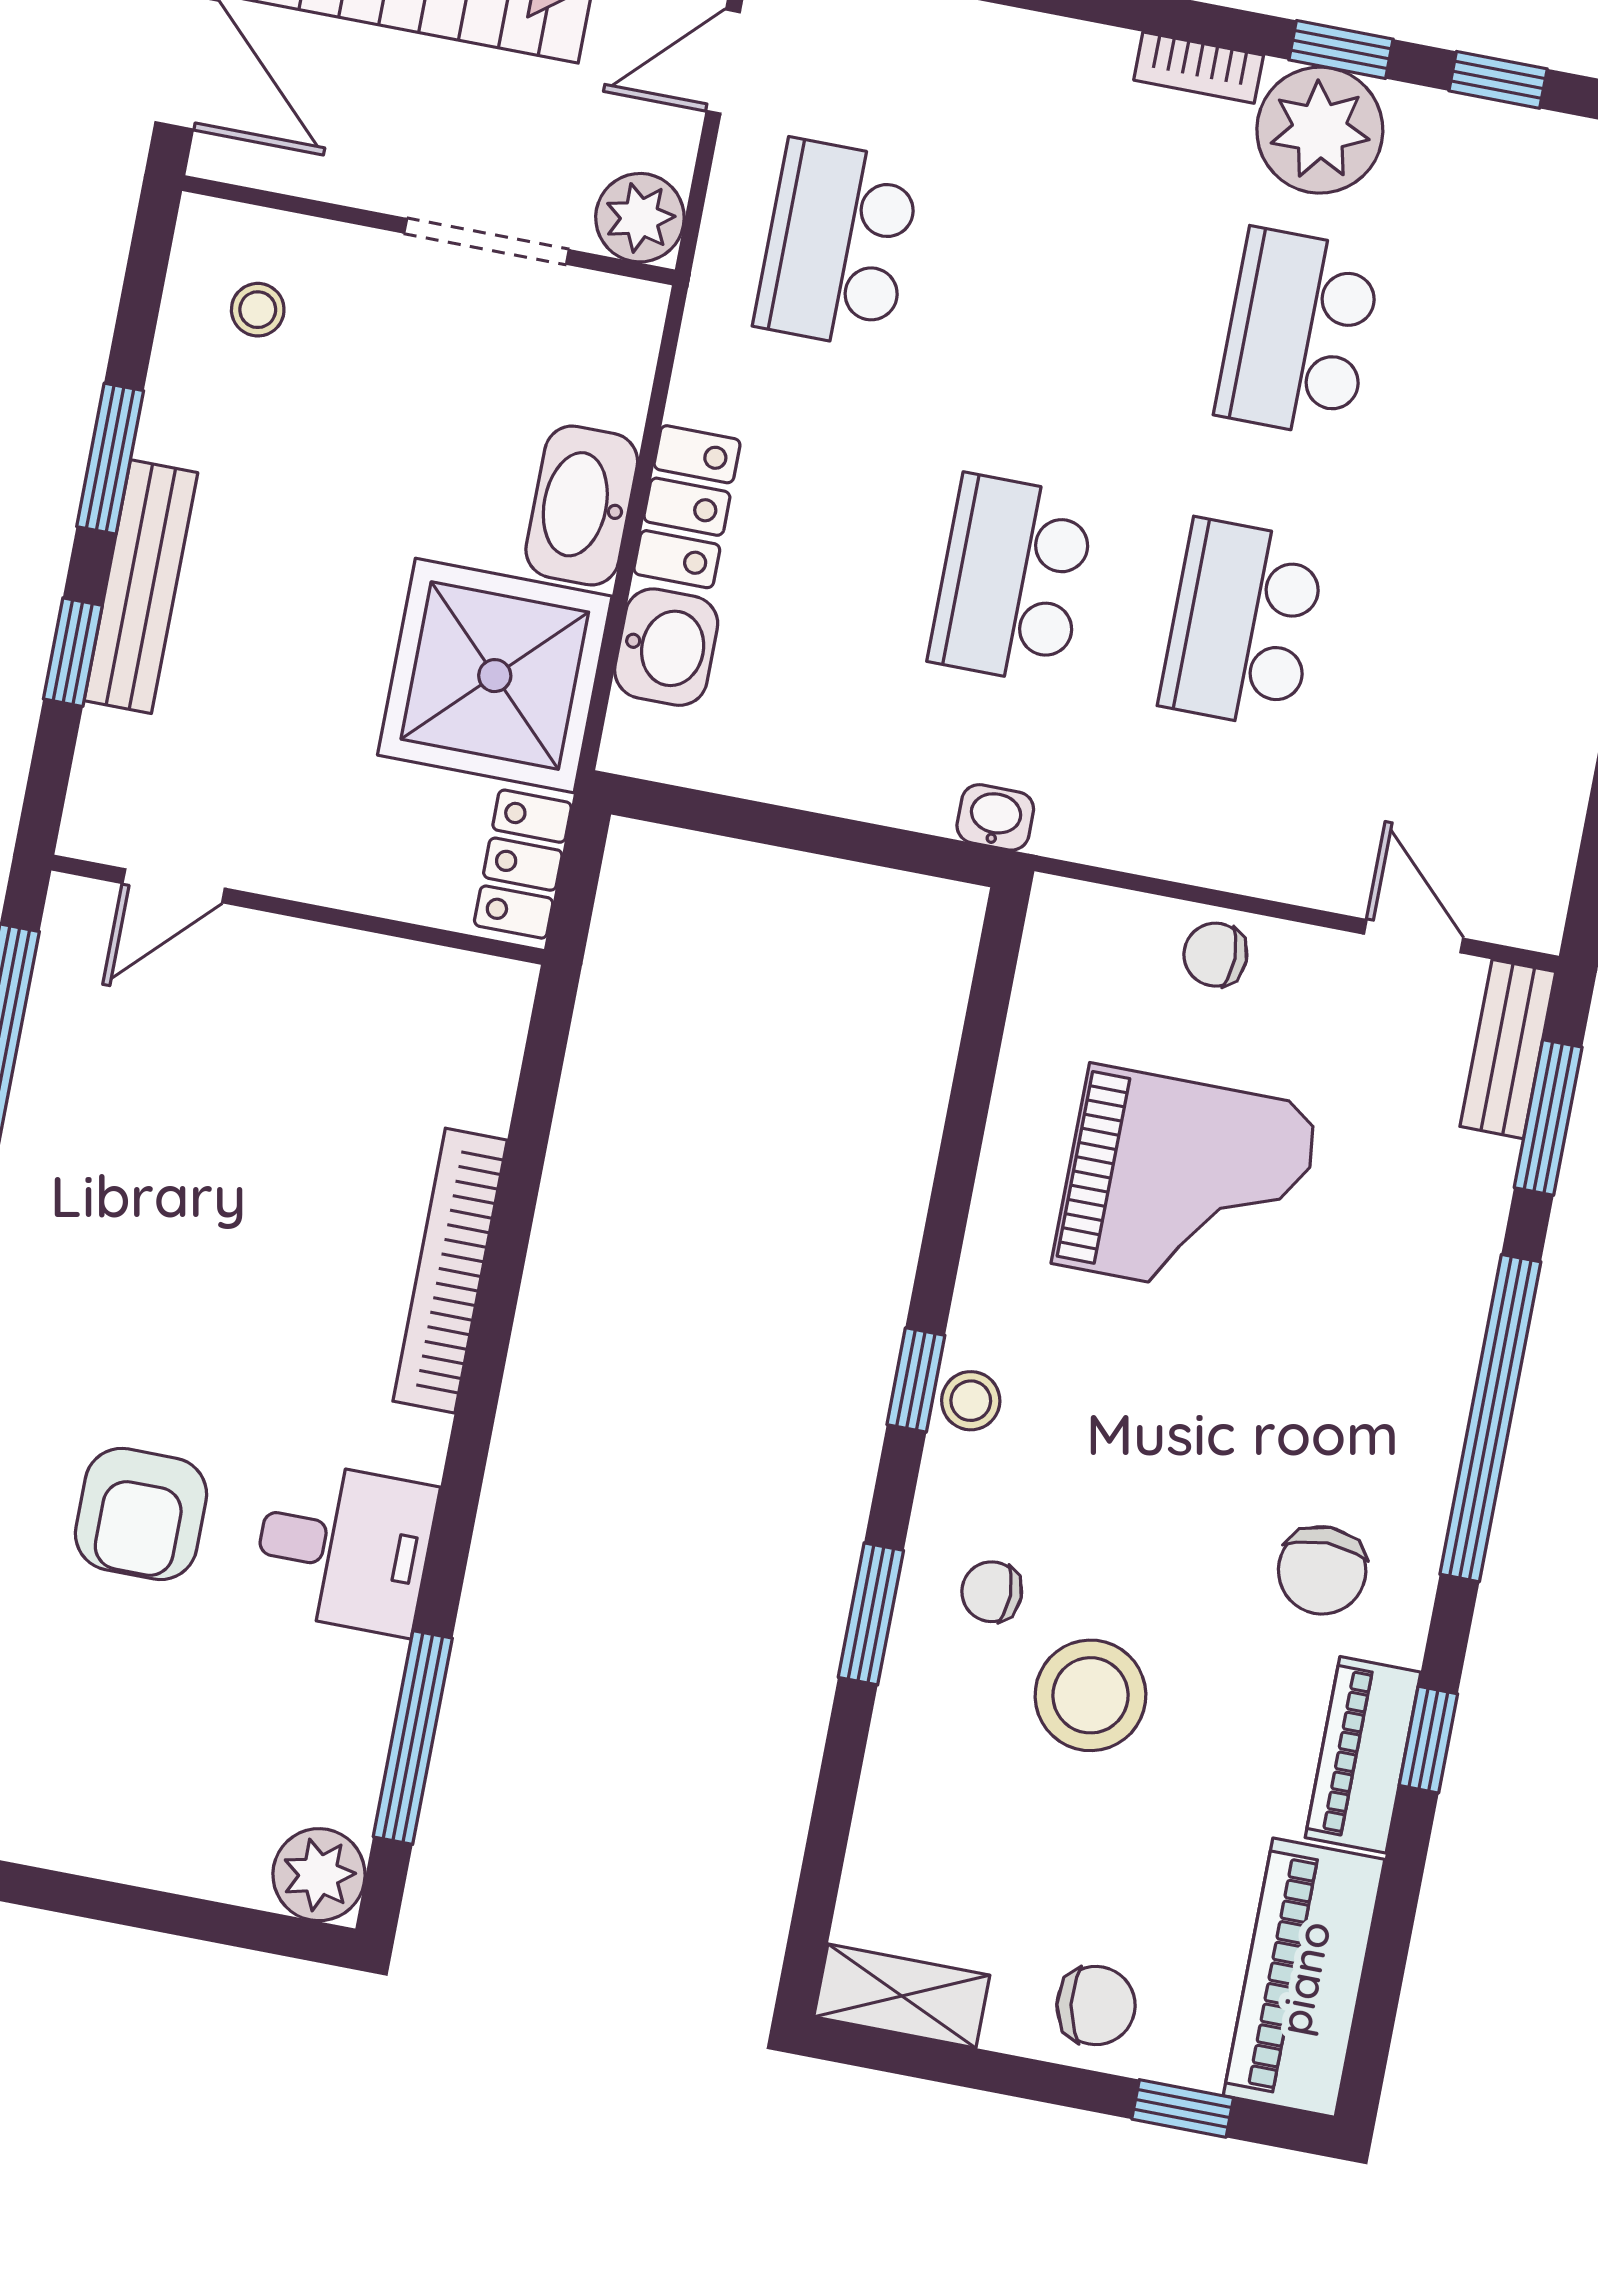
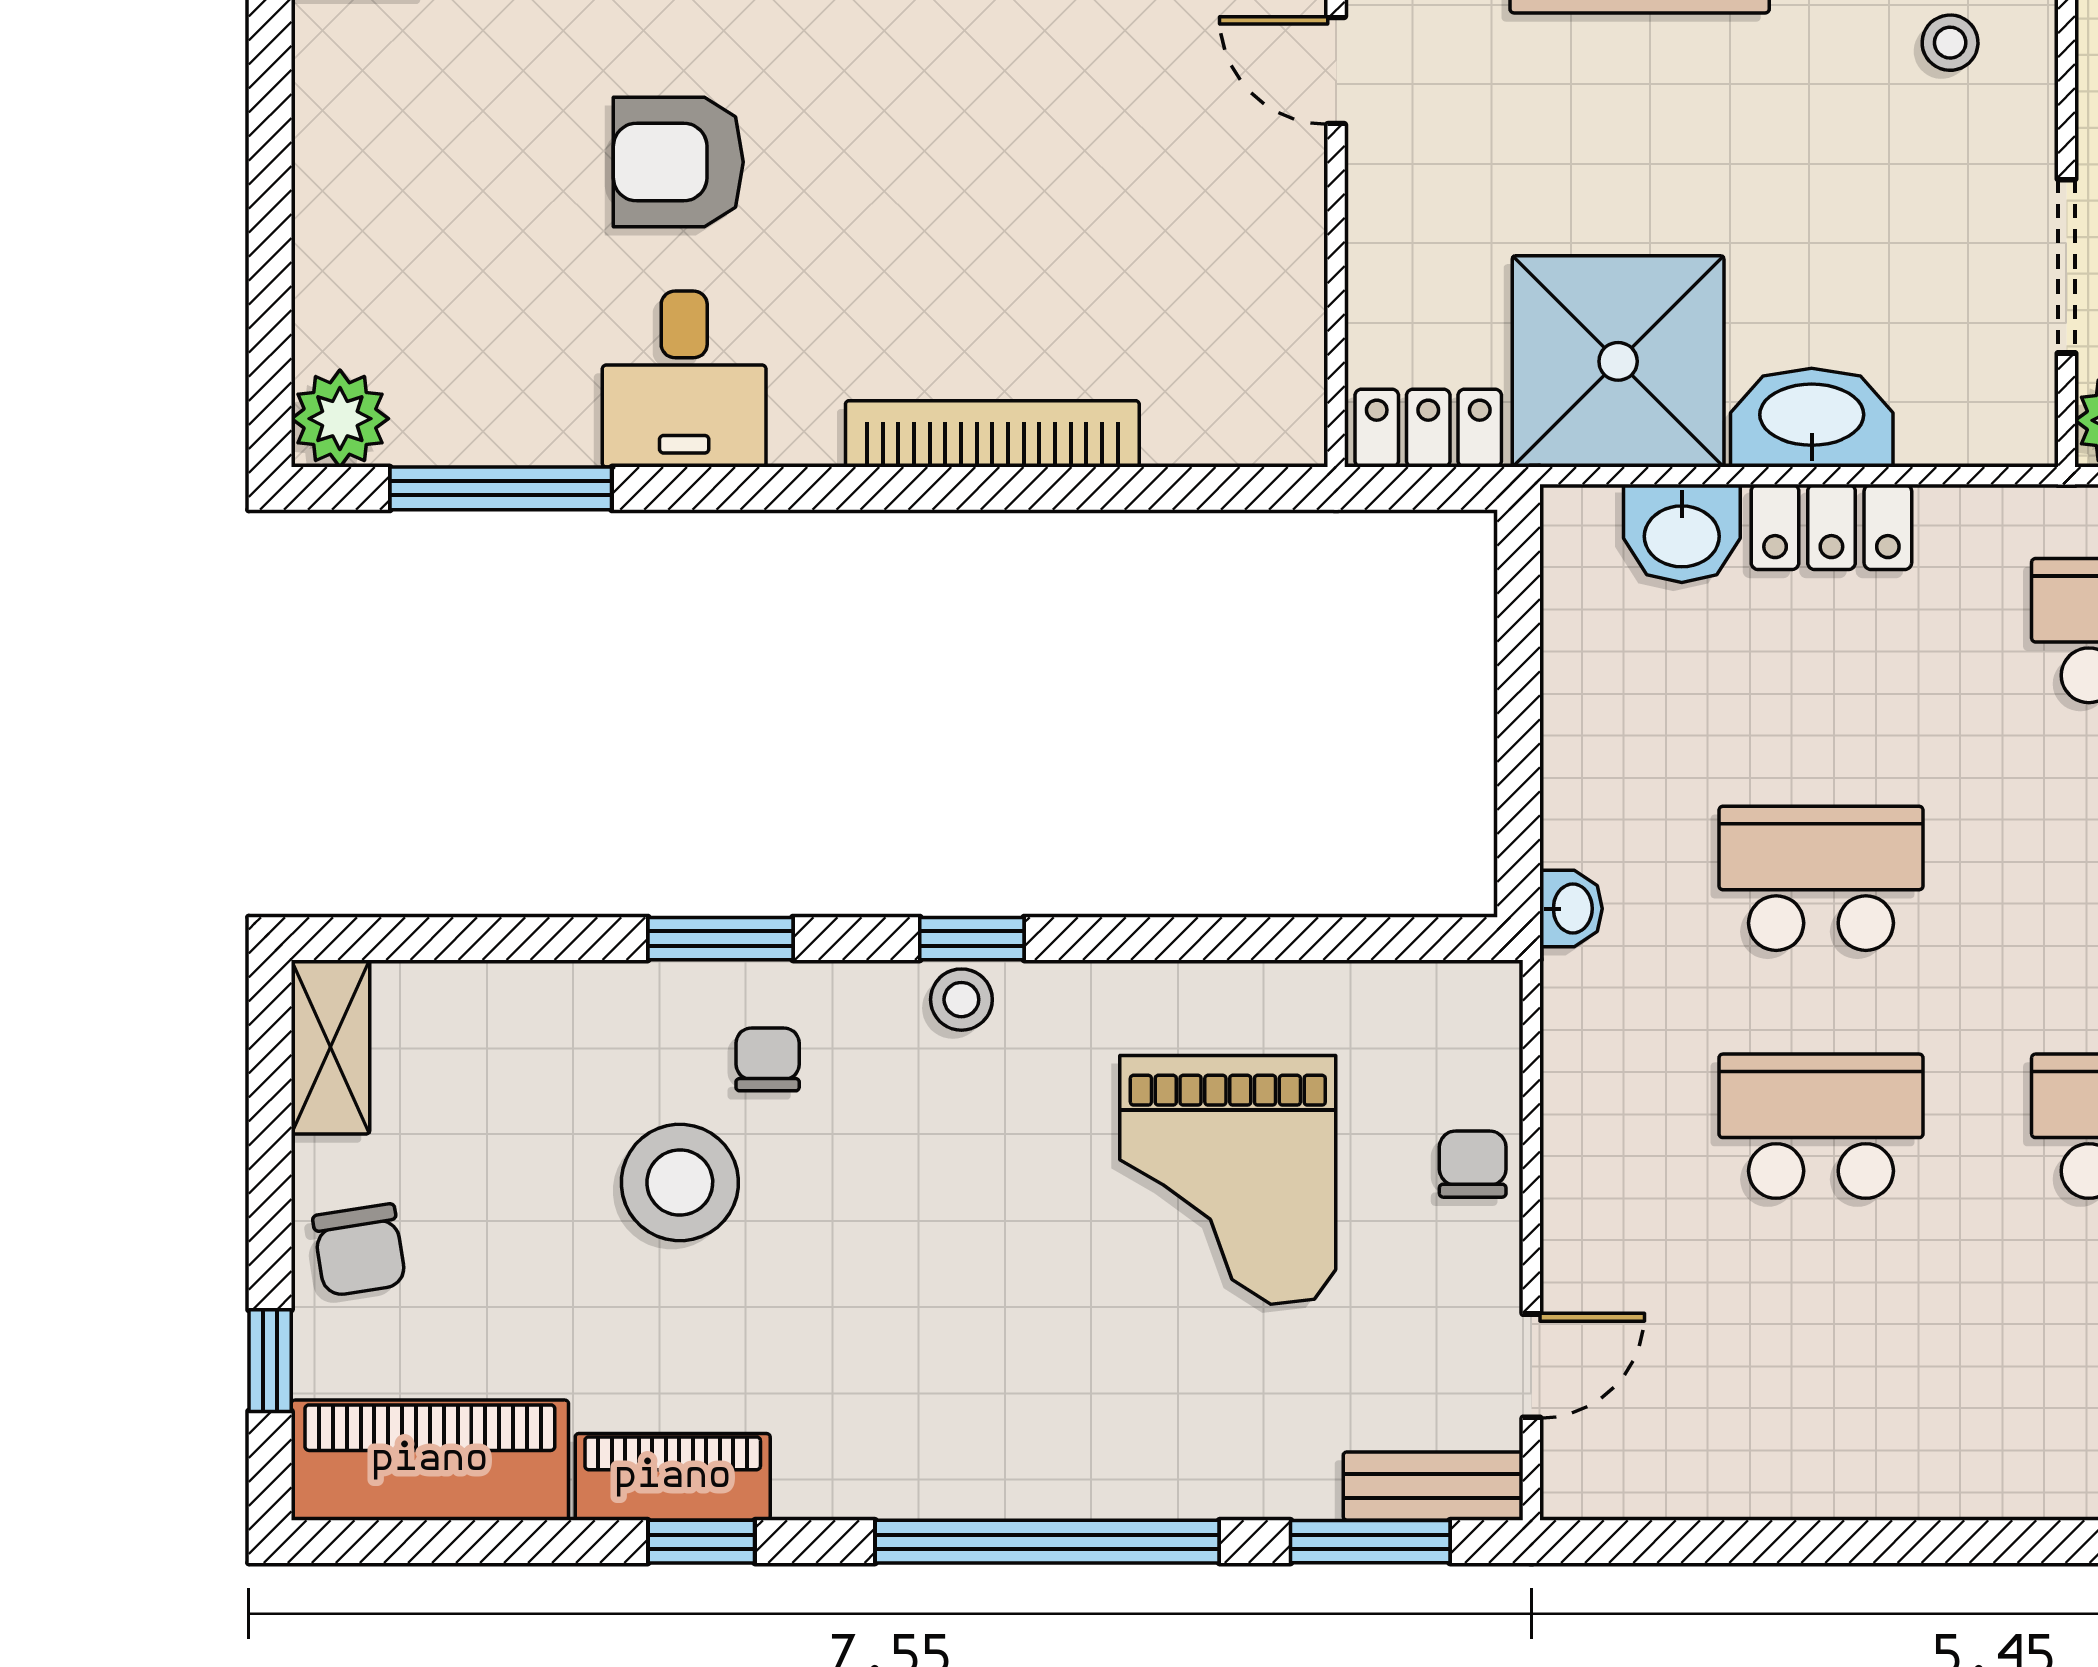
chair: (1322, 1570) -> (856, 1398), removed

